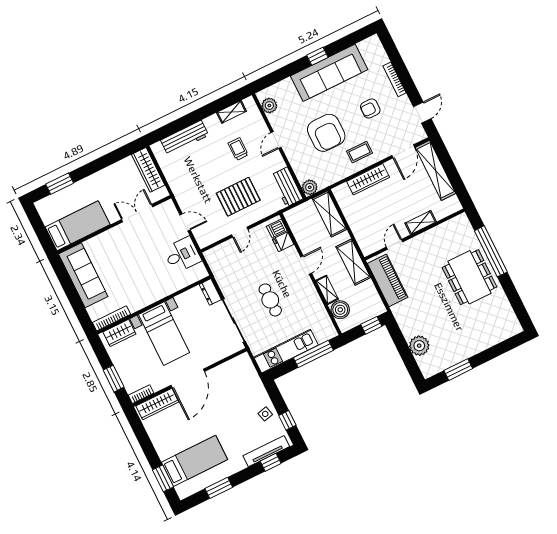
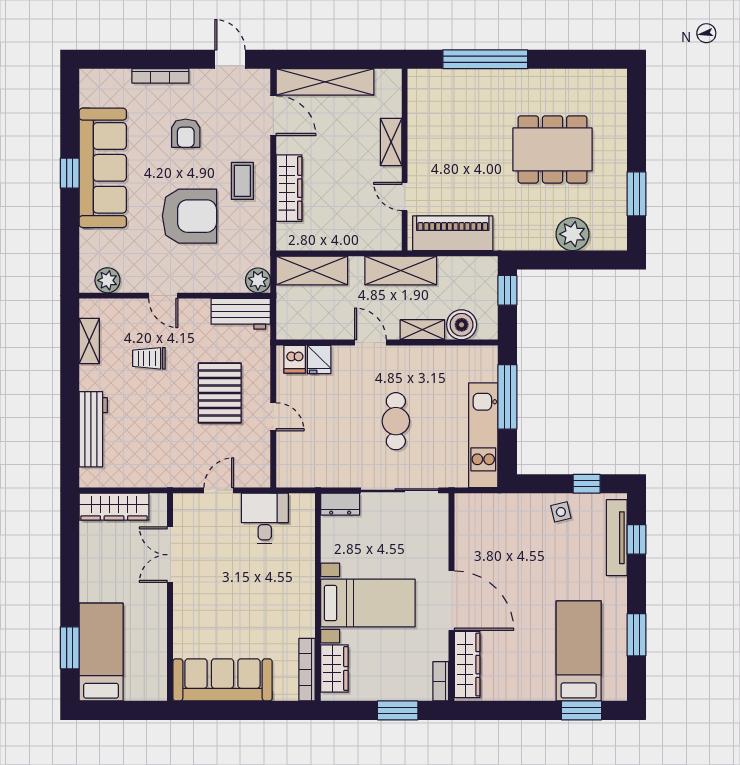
bed: (78, 226) -> (101, 652), moved
dining table: (469, 277) -> (553, 149), moved
cafe table: (270, 300) -> (396, 421), turned 90

